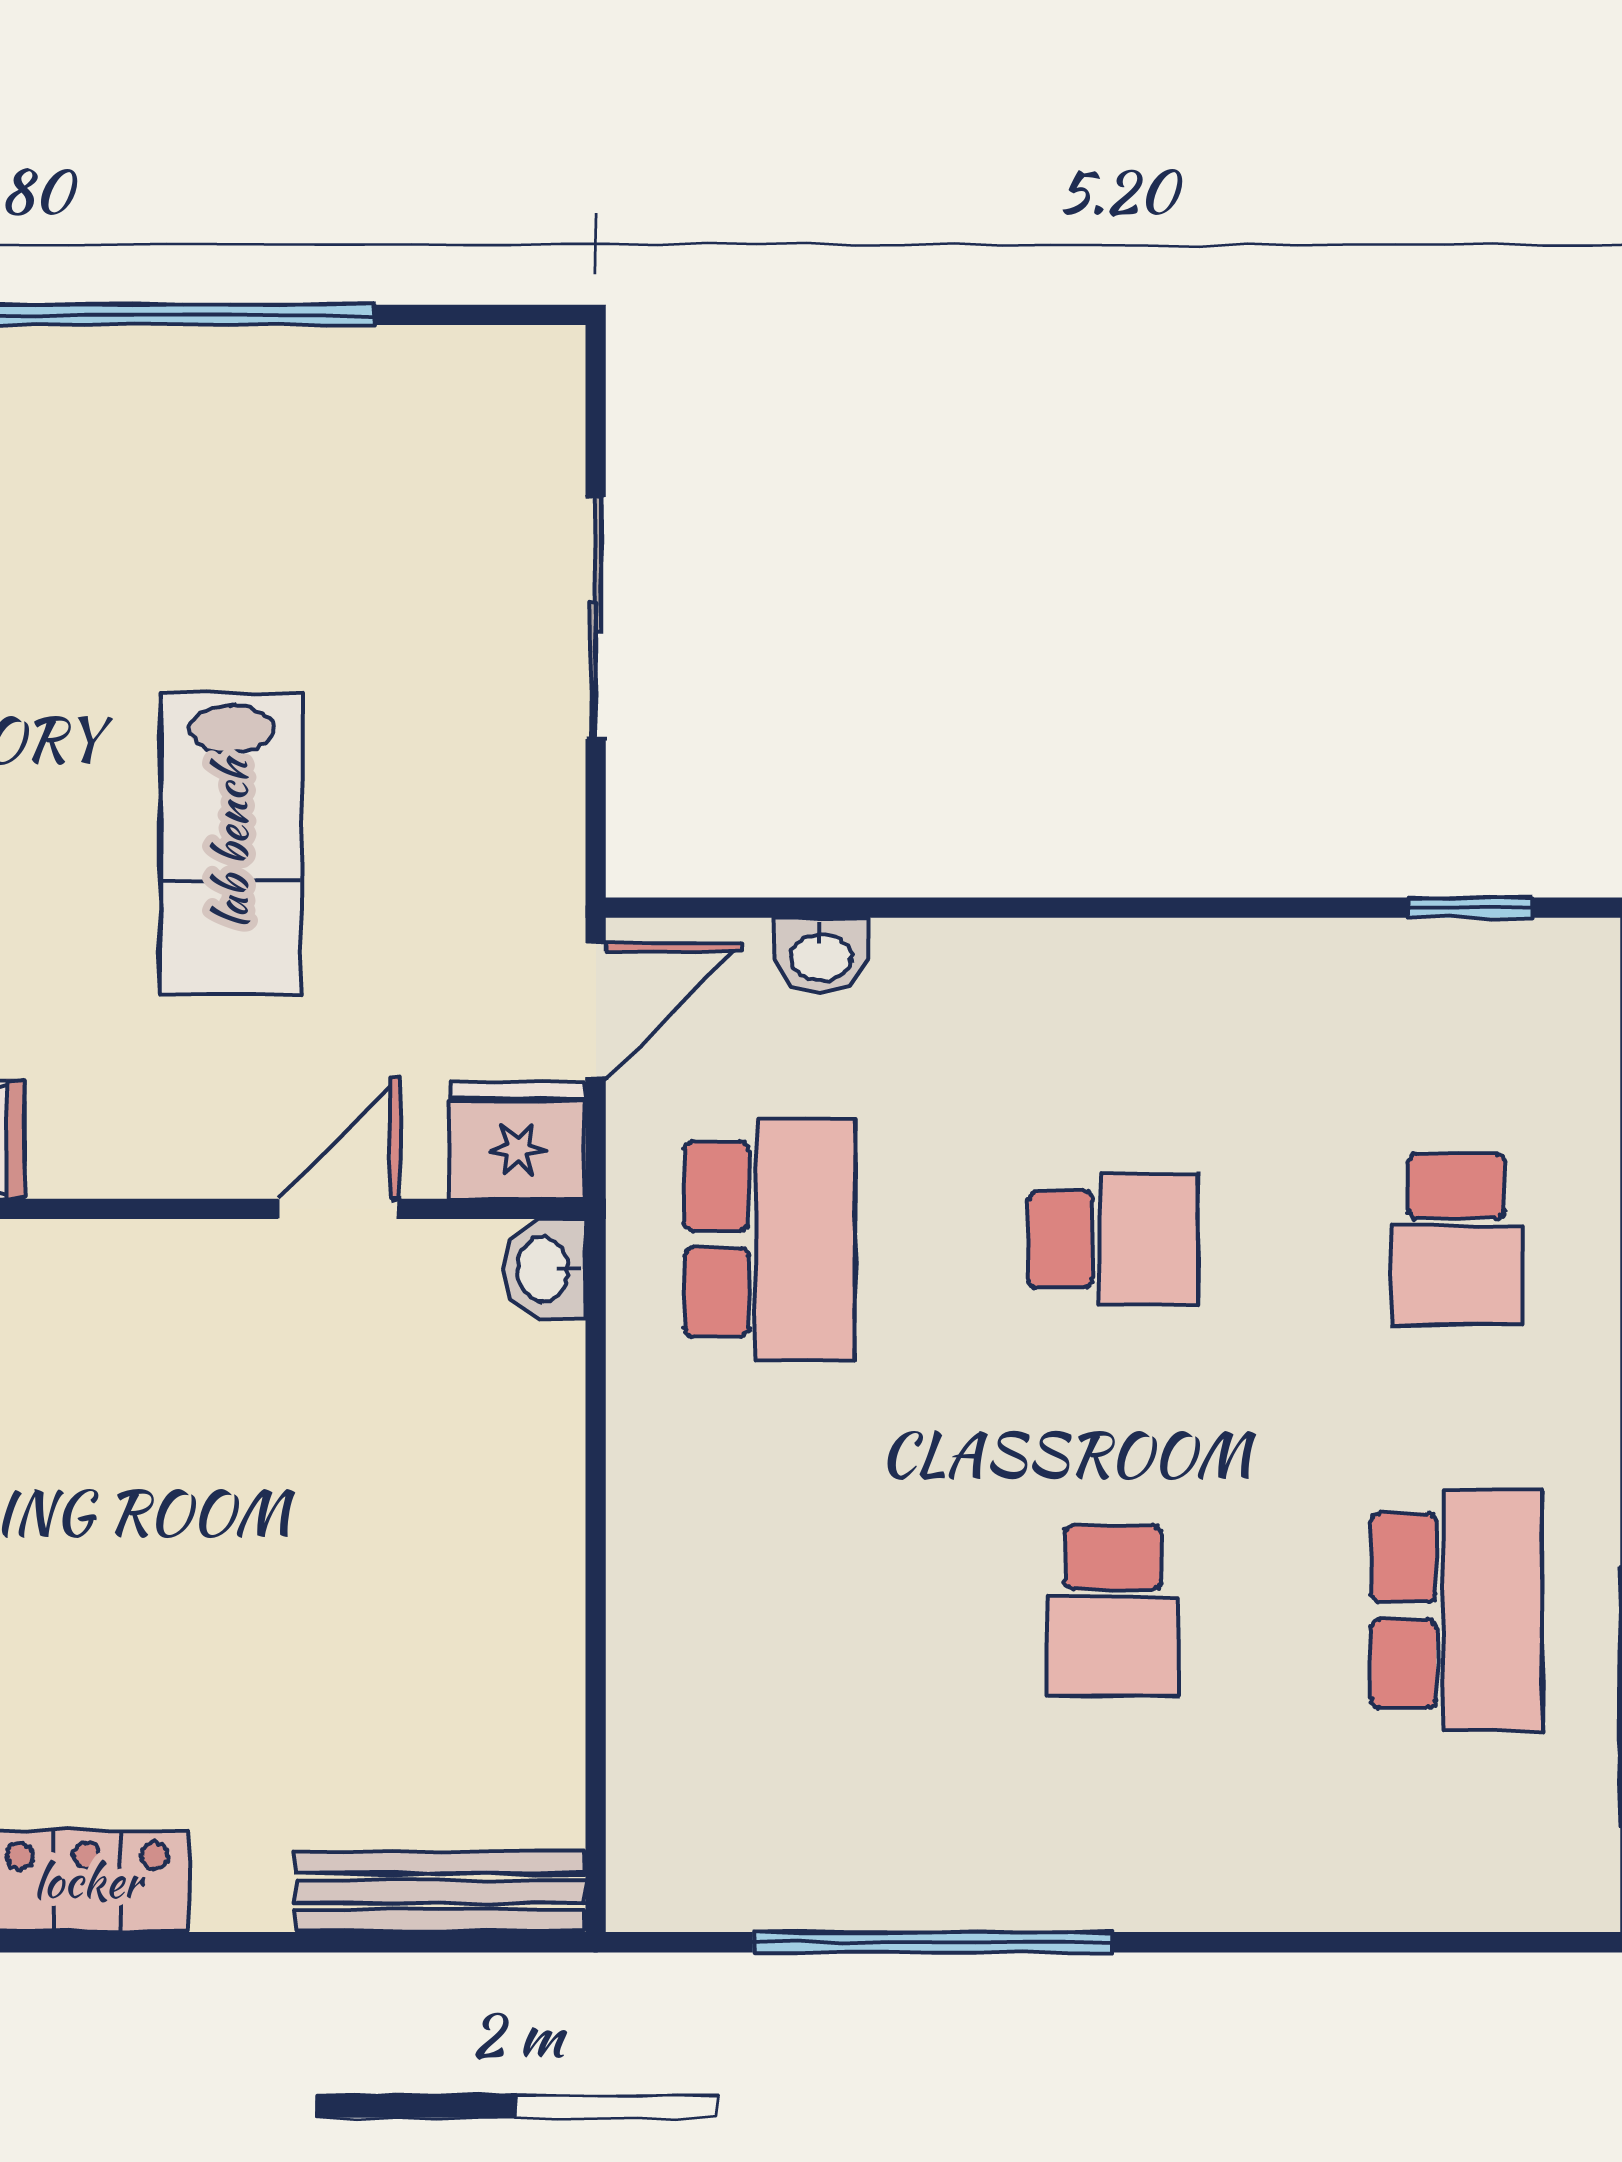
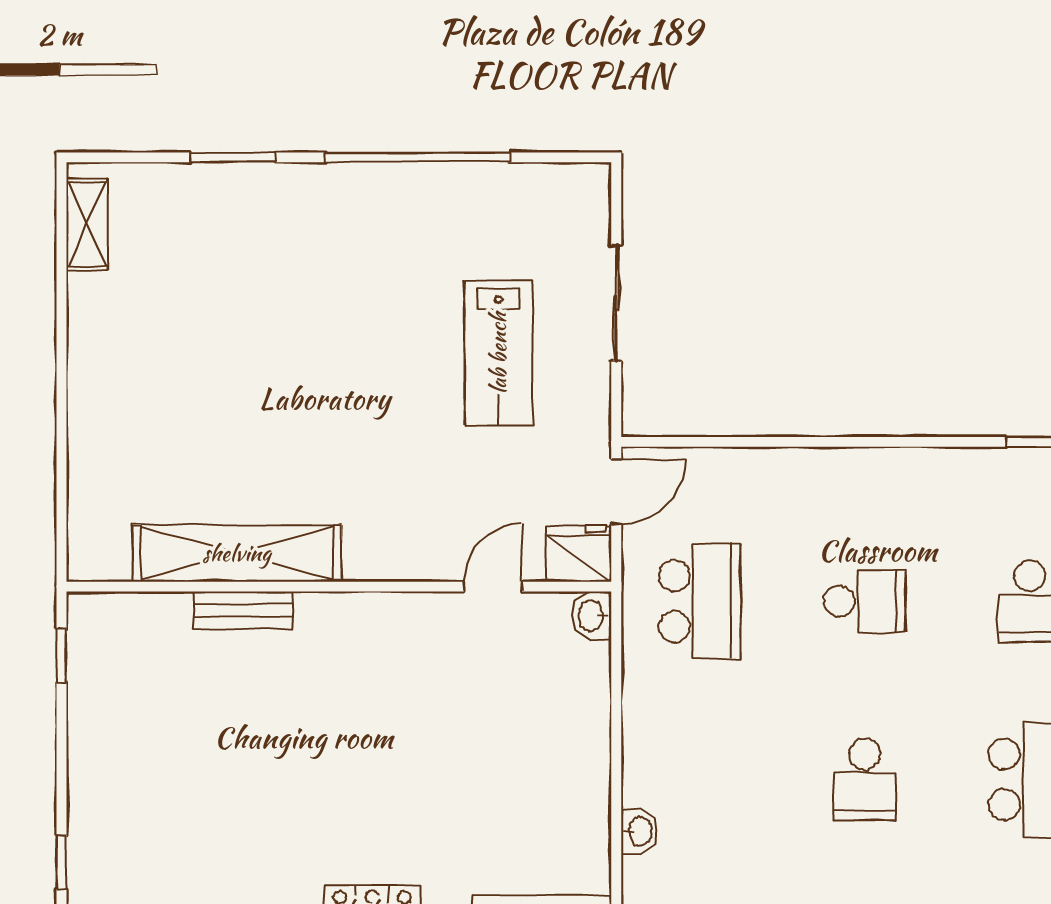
lab bench: (231, 844) -> (498, 353), moved
washbasin: (821, 956) -> (639, 831), moved, turned -90

